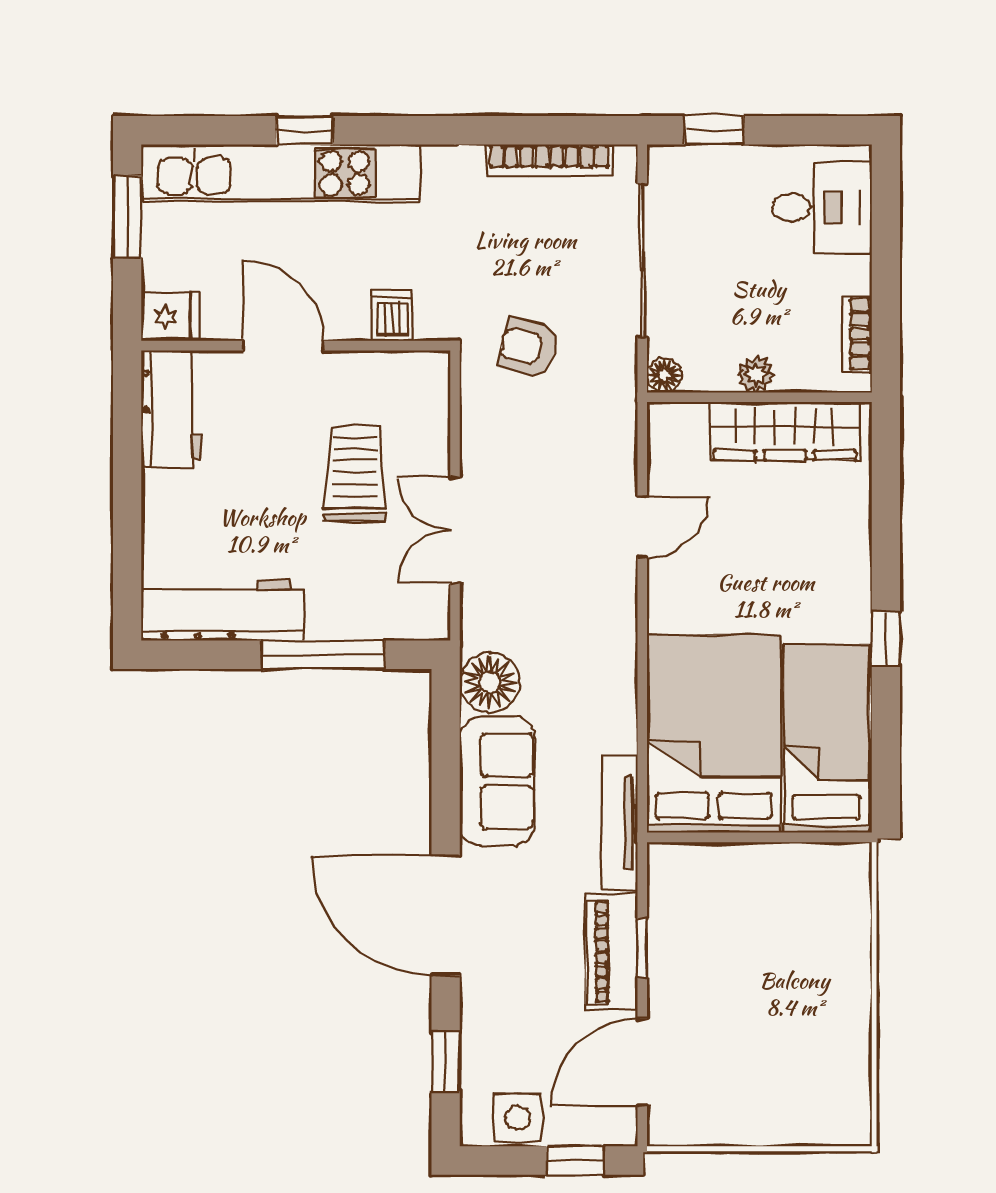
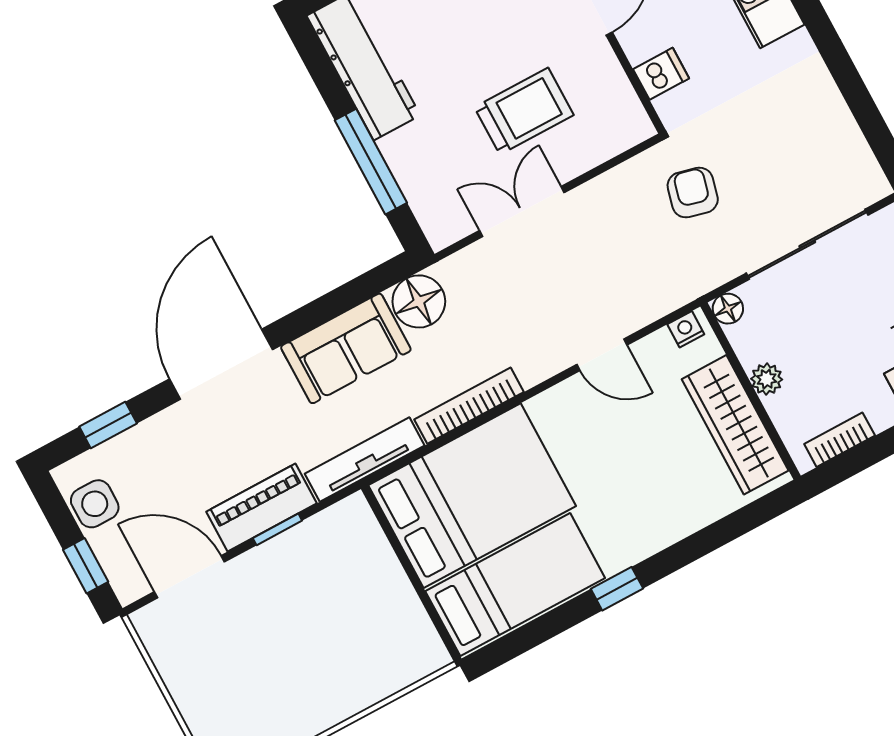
bookcase: (549, 160) -> (469, 406), moved, turned 90
nightstand: (662, 429) -> (686, 329), added

